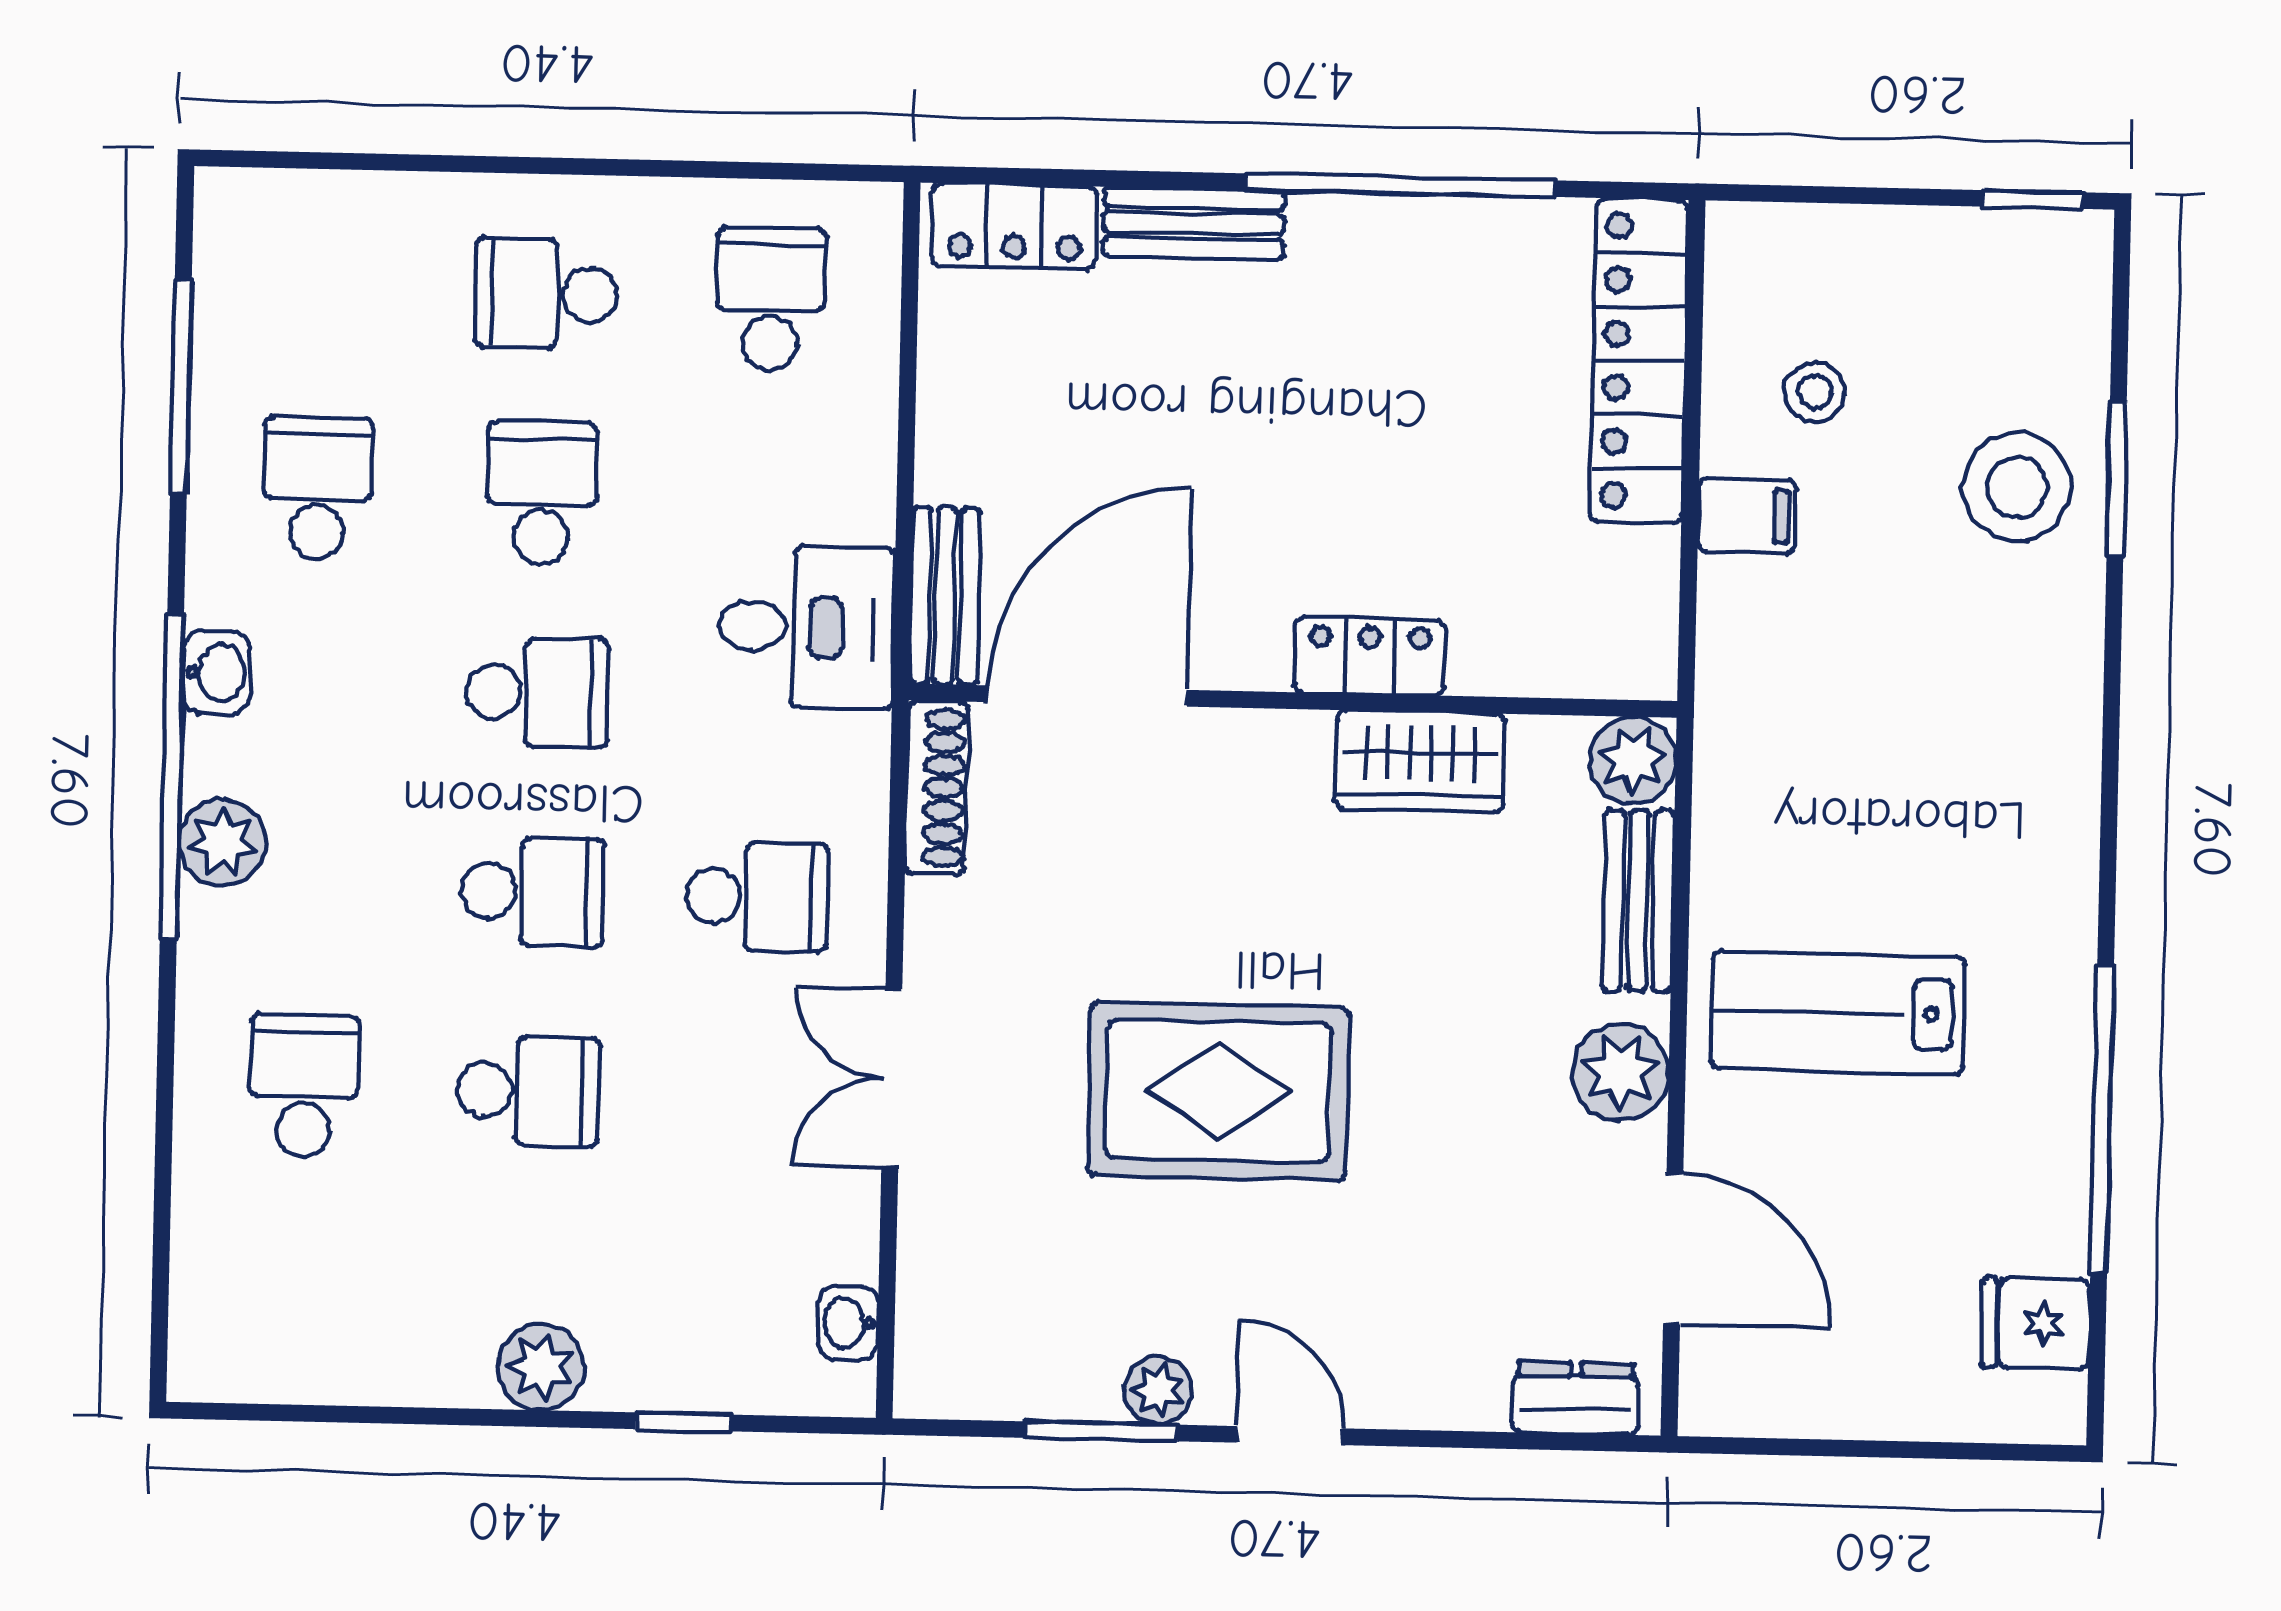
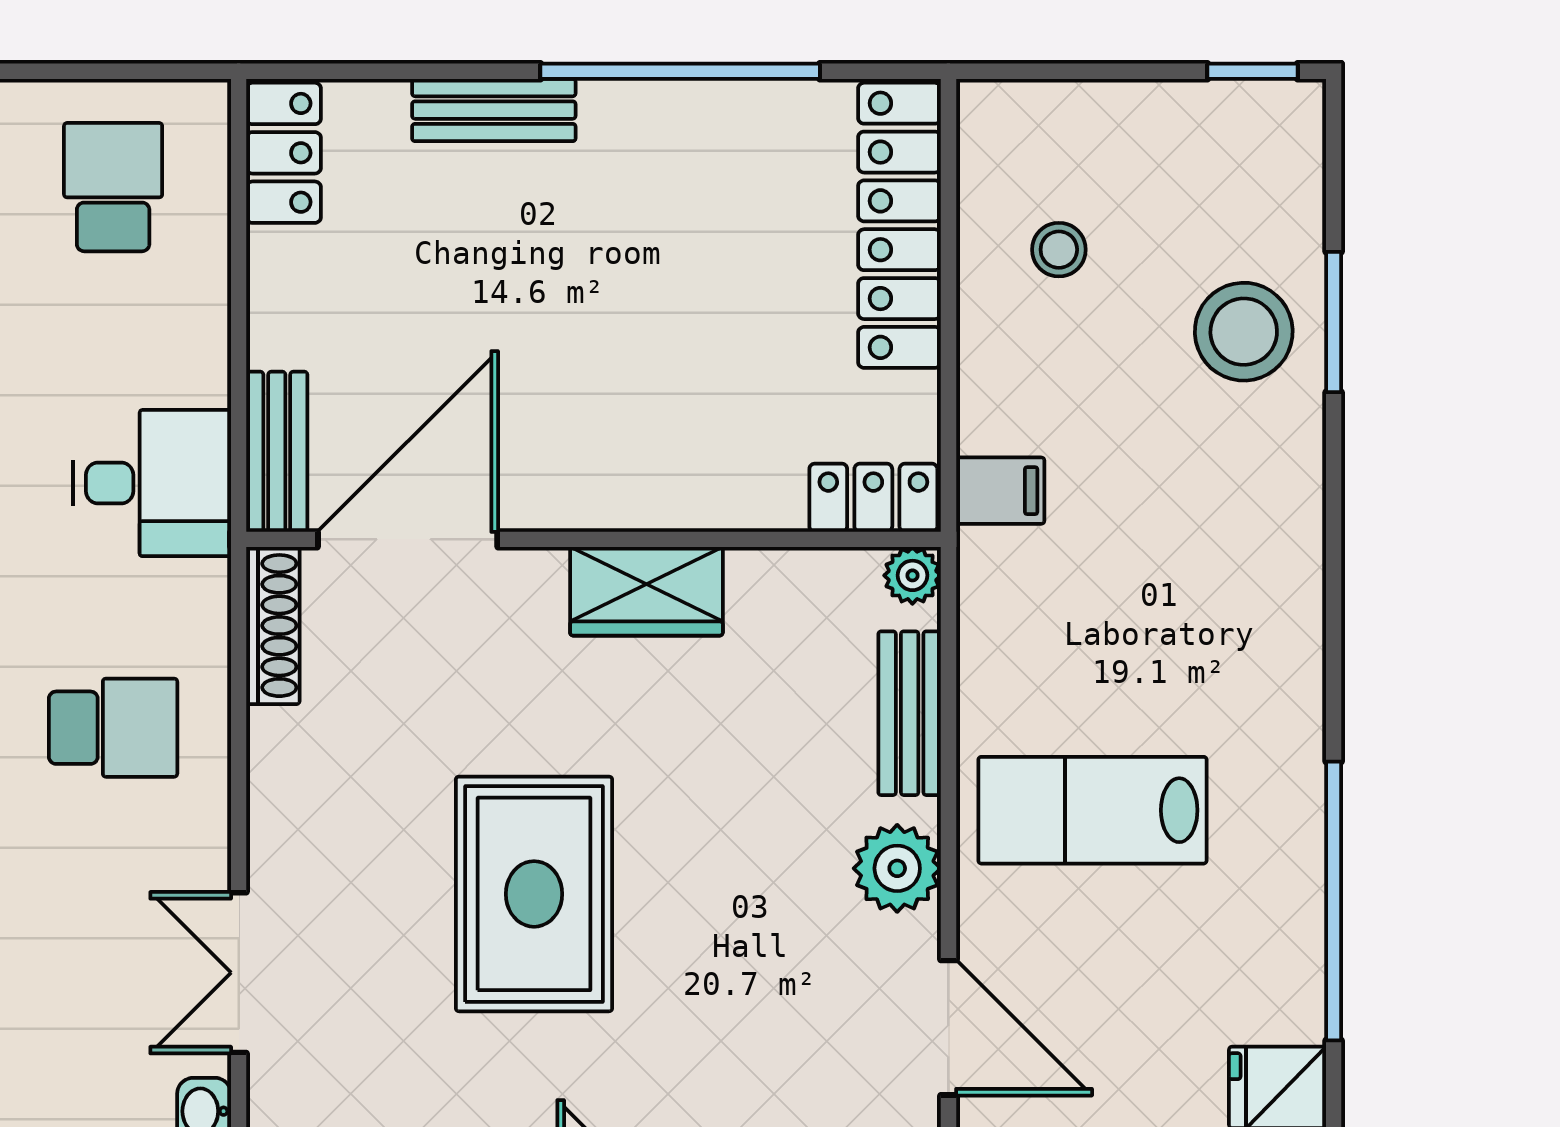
locker: (1014, 226) -> (284, 153), moved, turned -90
filing cabinet: (1747, 516) -> (1000, 491), moved
locker: (1370, 656) -> (873, 498), moved
plant: (1633, 760) -> (912, 575), width x0.73, depth x0.73
wardrobe: (1420, 761) -> (646, 591), moved
double door: (892, 1078) -> (239, 973), moved
rug: (1218, 1091) -> (534, 894), turned 90

